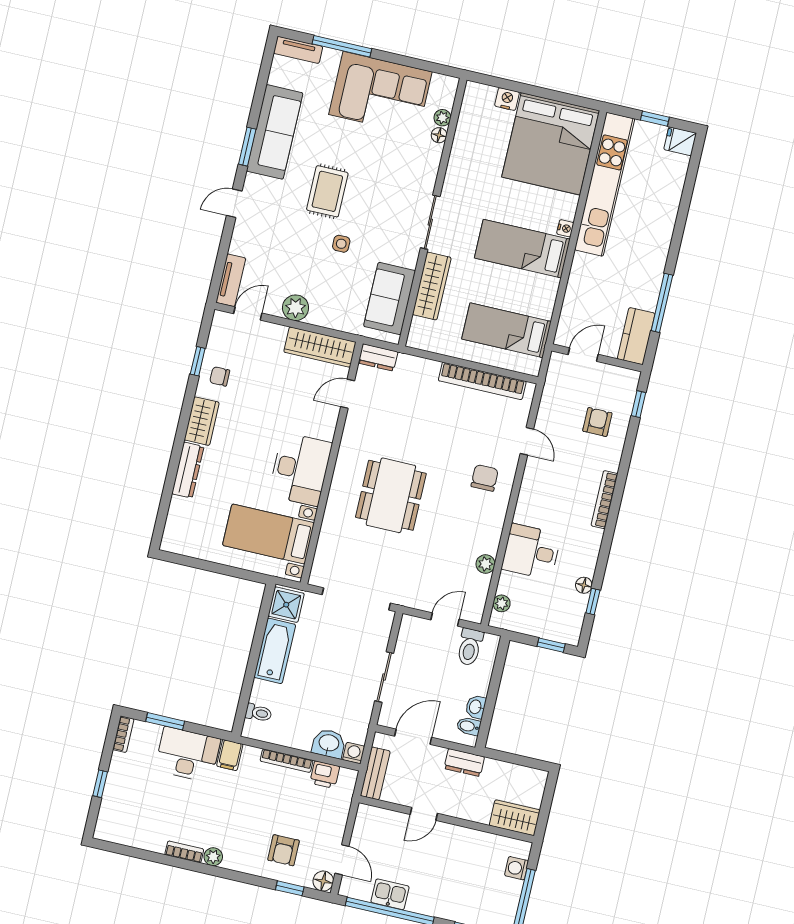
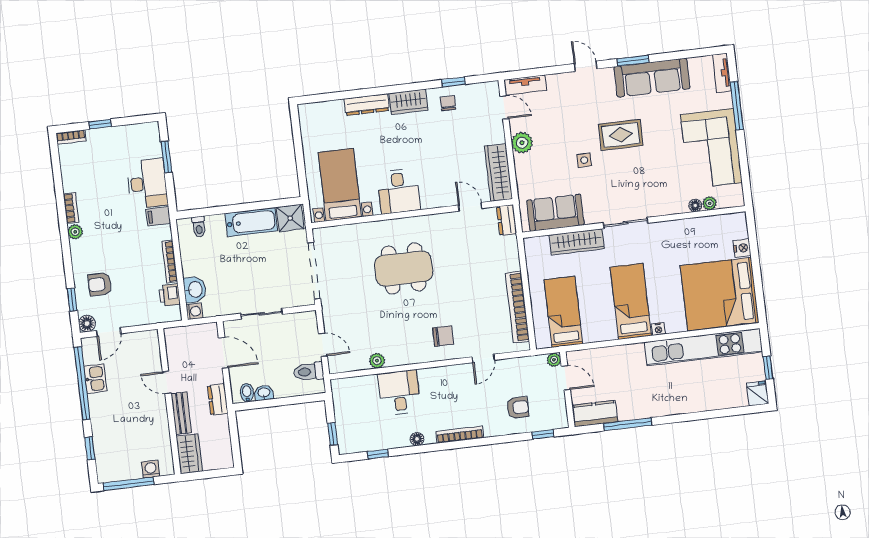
desk: (300, 469) -> (399, 191), width x0.73
floor lamp: (584, 585) -> (417, 439), moved
plant: (502, 603) -> (554, 360), moved
bookcase: (123, 734) -> (71, 137), moved
bench: (375, 773) -> (181, 413), moved, turned 90

